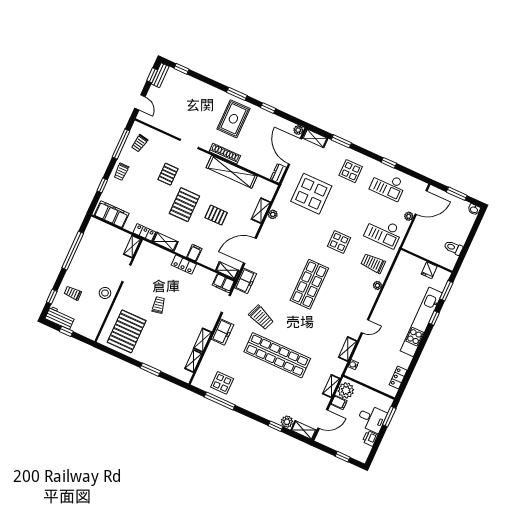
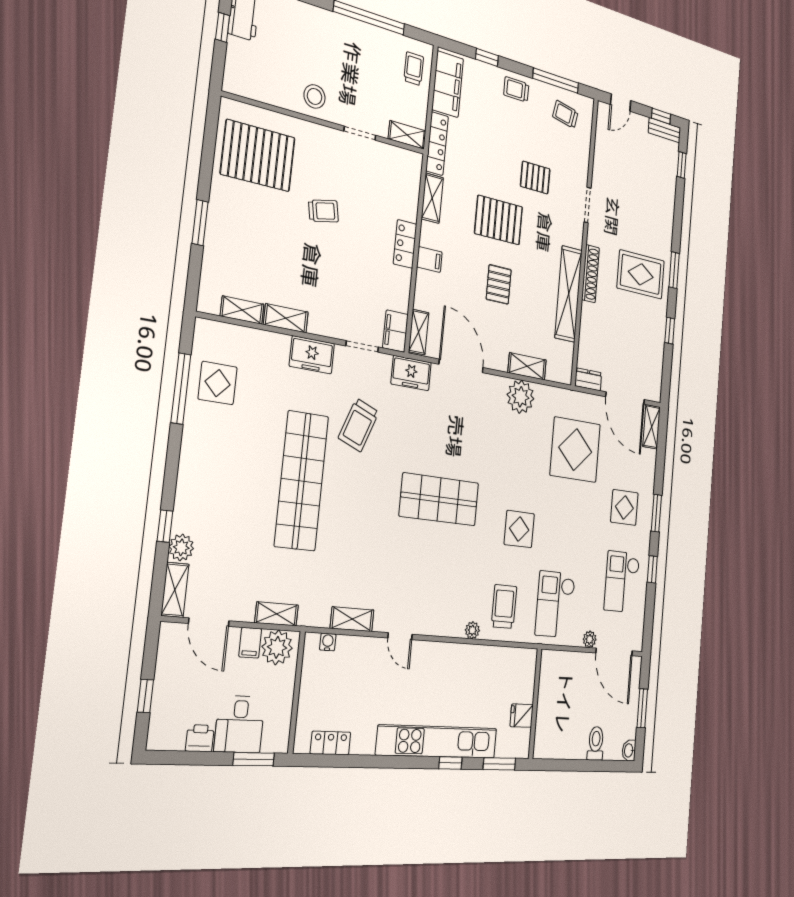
plant: (298, 130) -> (655, 393), removed
window: (341, 141) -> (656, 513), moved
door: (295, 152) -> (625, 398), swing flipped
plant: (273, 214) -> (521, 397), width x1.88, depth x1.88
locker: (144, 232) -> (437, 144), width x1.53
toilet: (453, 248) -> (596, 743), moved
trolley: (73, 293) -> (414, 69), moved

